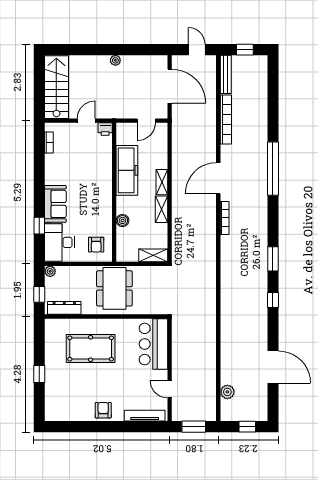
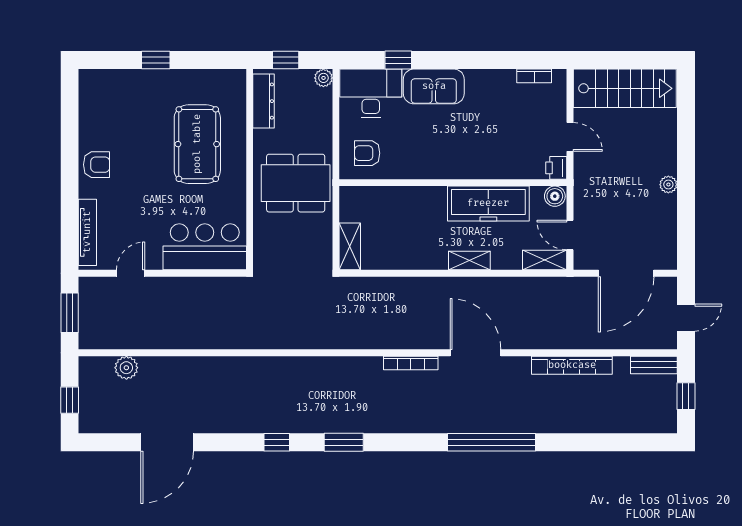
bench: (226, 74) -> (654, 365), width x0.73
shelving: (162, 209) -> (545, 260), moved
boiler: (122, 220) -> (555, 196), moved

